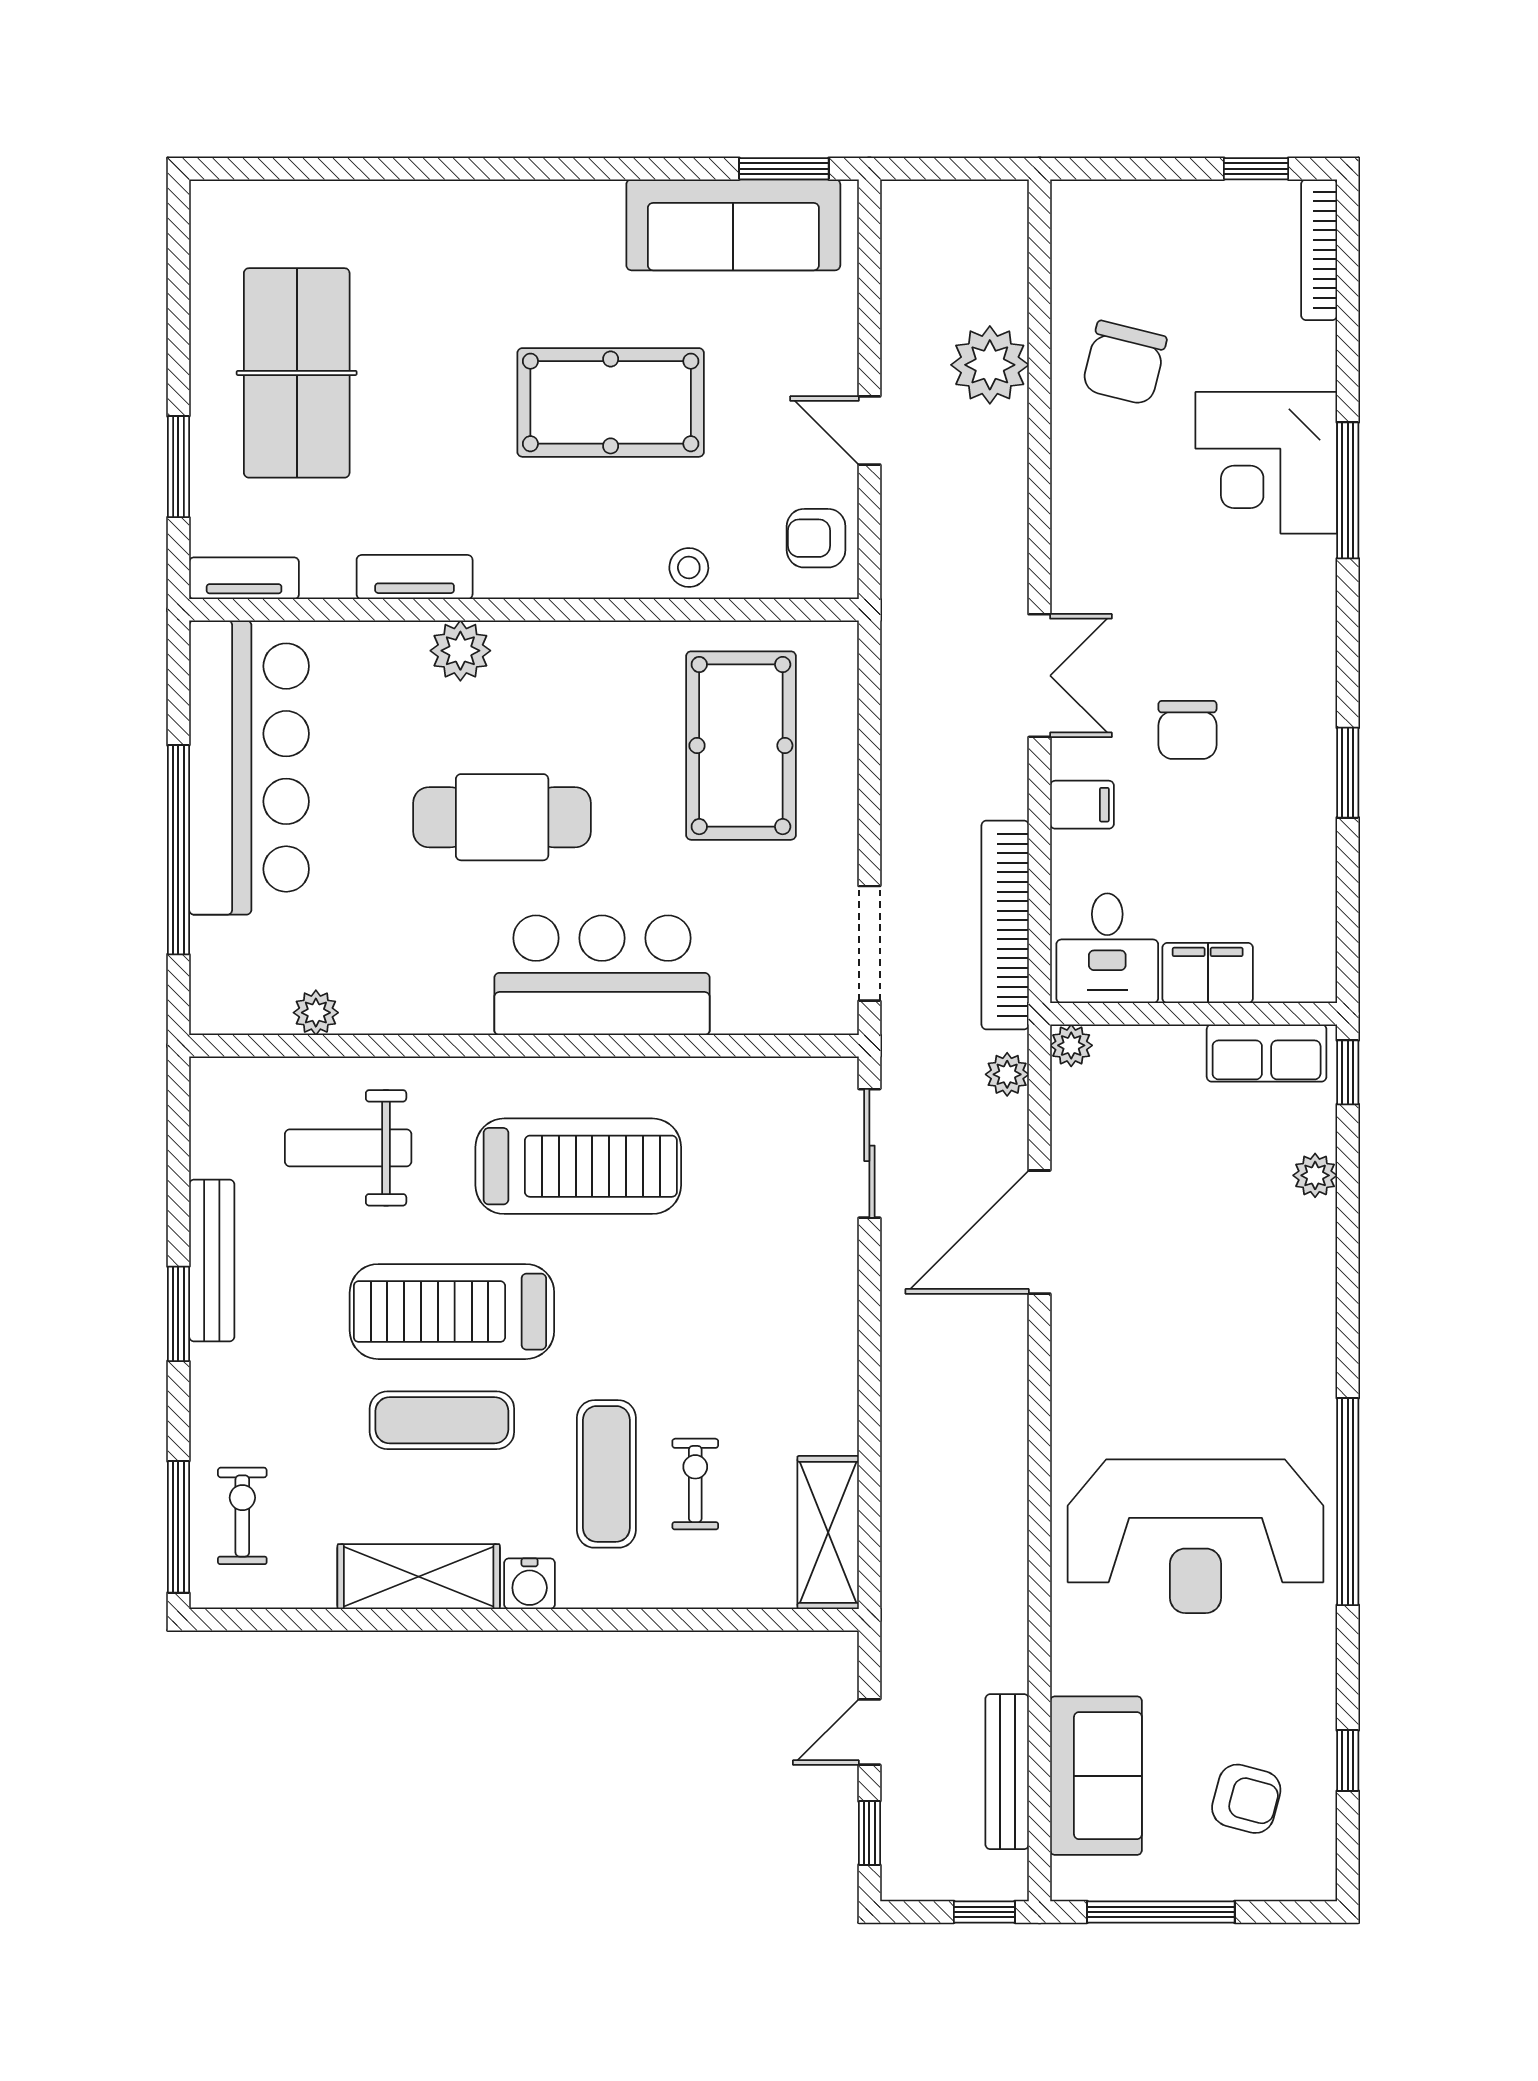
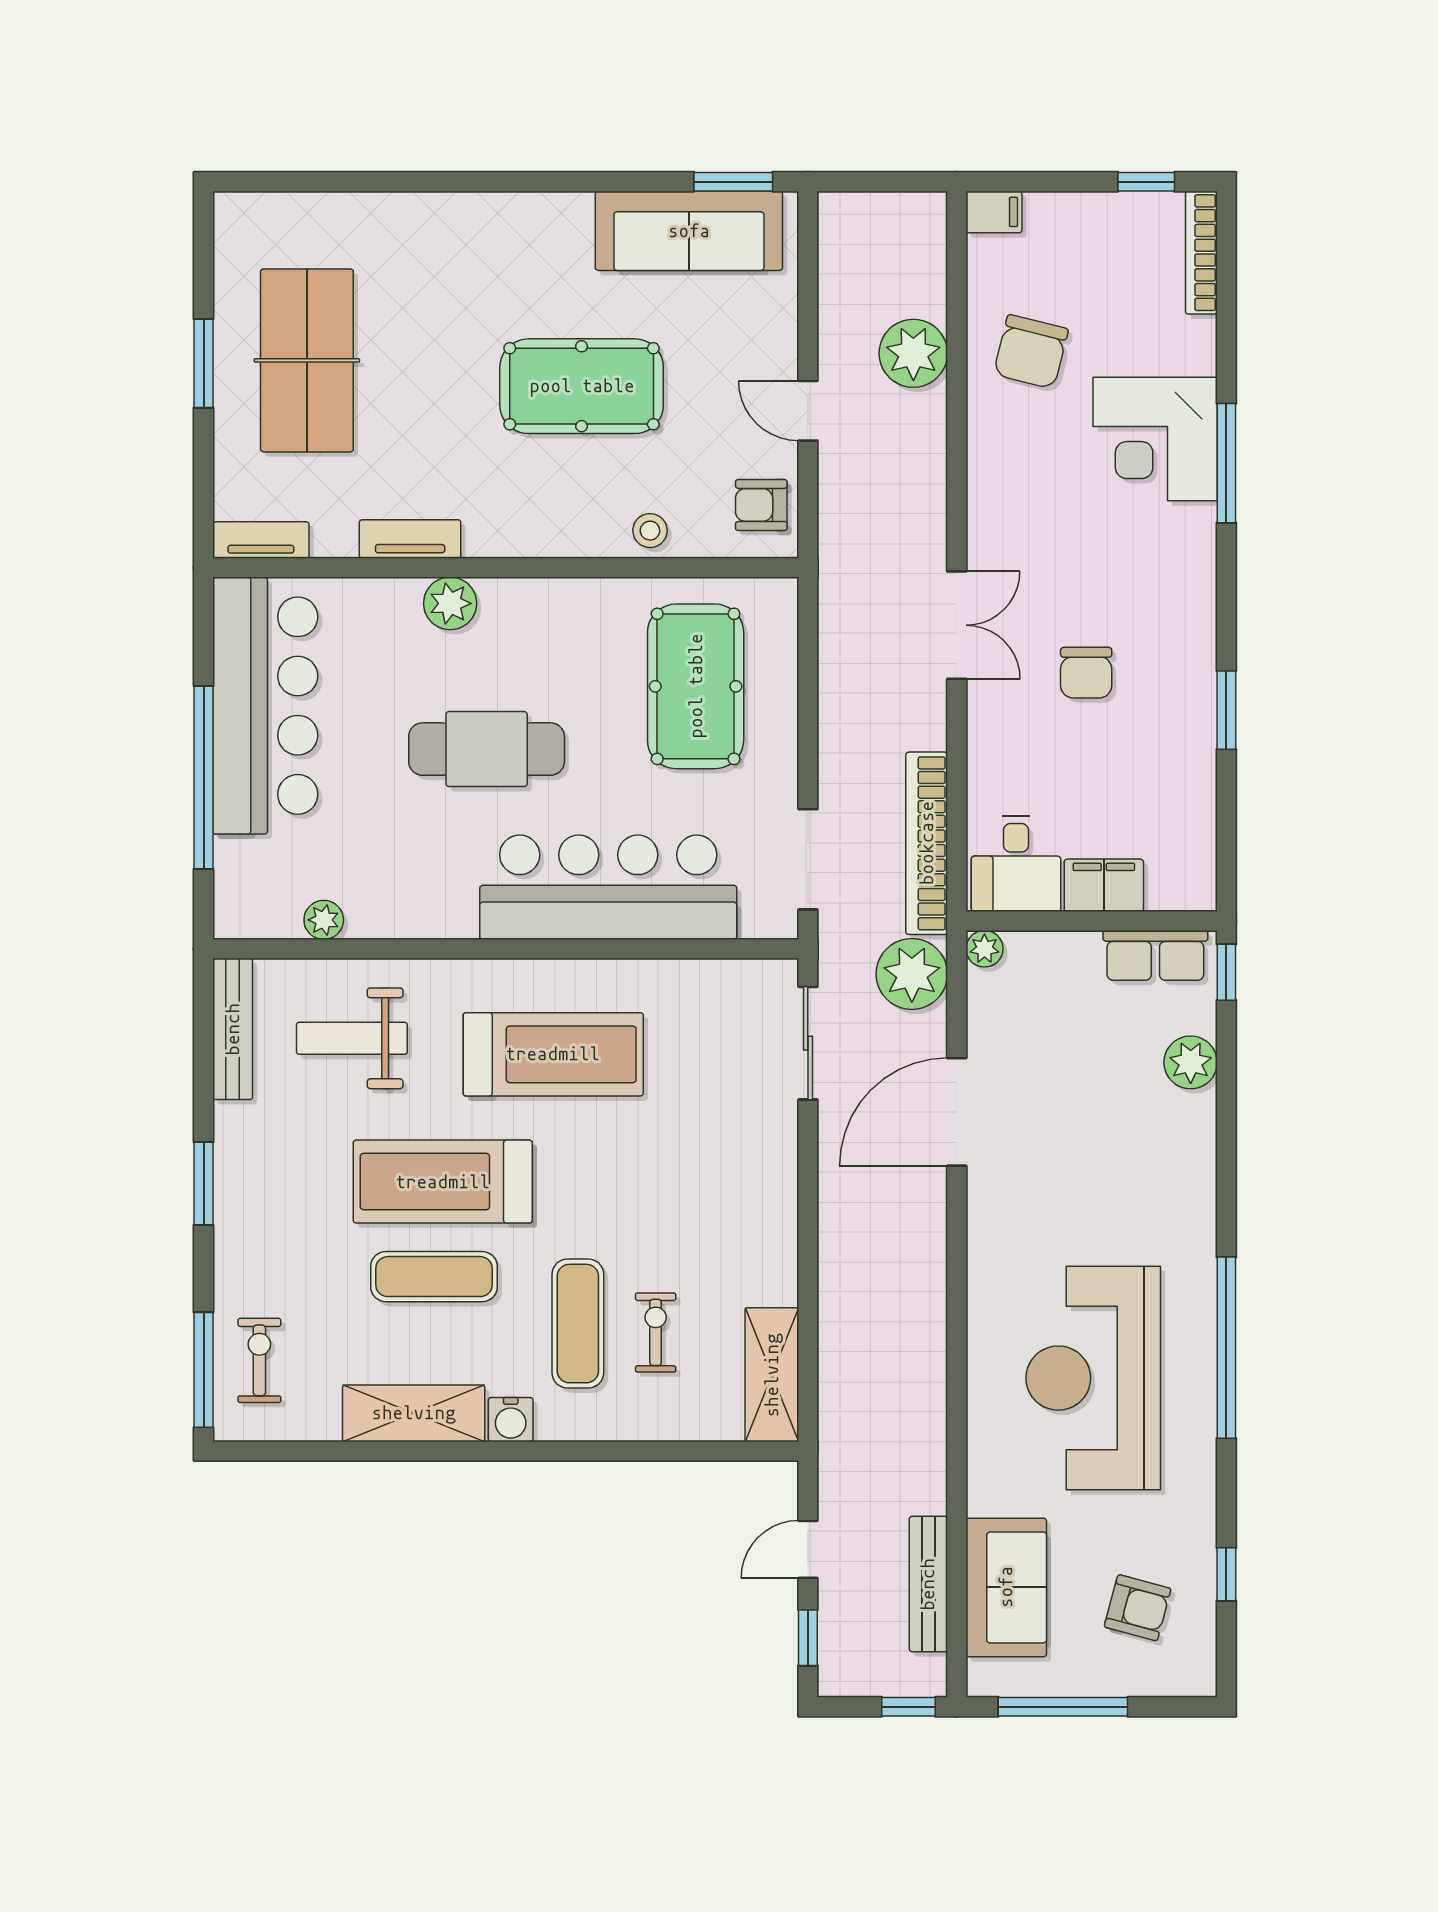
window: (178, 467) -> (204, 363), moved
filing cabinet: (1082, 805) -> (994, 212), moved
bar counter: (602, 975) -> (608, 887), width x1.36
plant: (1007, 1074) -> (912, 974), width x1.87, depth x1.87
plant: (1315, 1175) -> (1191, 1062), width x1.38, depth x1.38
bench: (212, 1261) -> (233, 1029), moved
reception desk: (1196, 1536) -> (1093, 1378), turned 90

